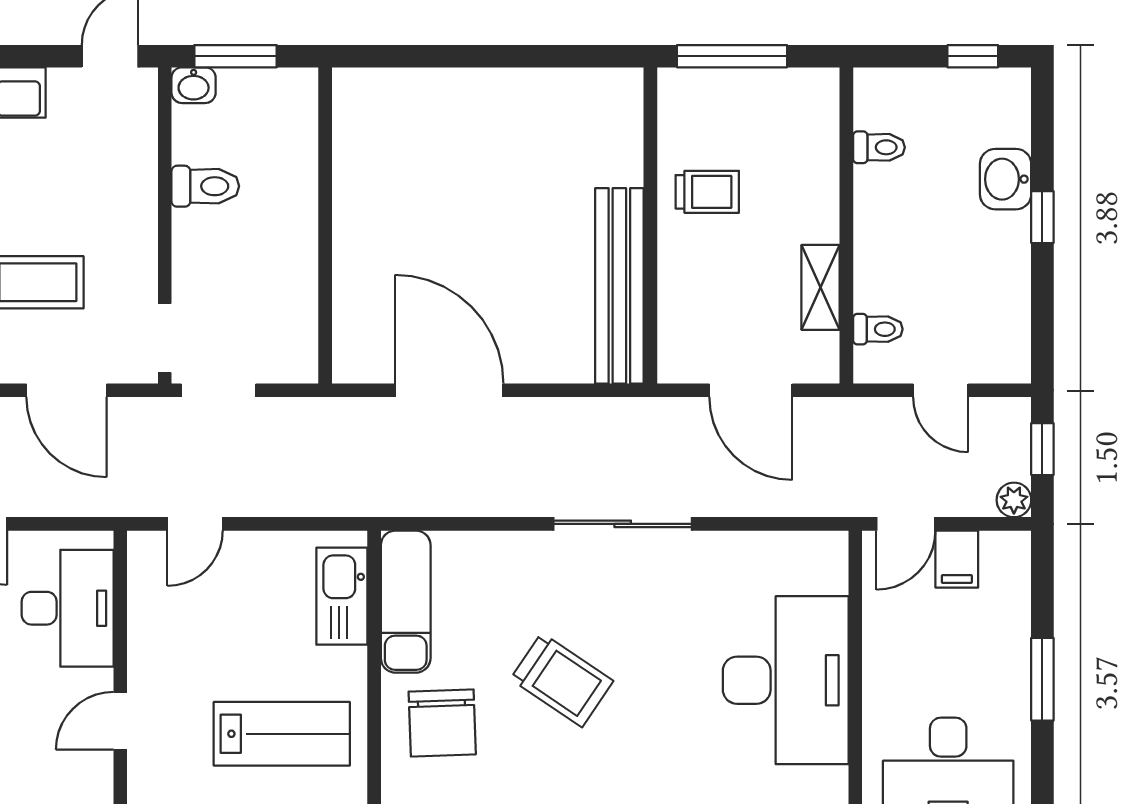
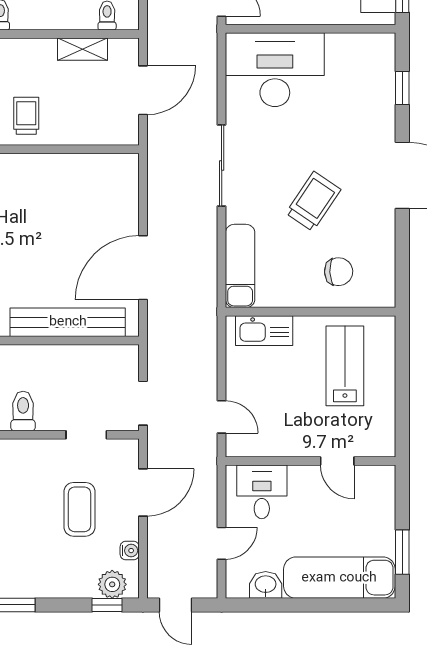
bench: (619, 286) -> (68, 322), moved
doorway: (165, 338) -> (86, 435), moved
exam couch: (406, 602) -> (240, 266), moved, turned 90
desk: (68, 608) -> (262, 492), width x0.73
desk: (786, 680) -> (275, 70), moved
chair: (442, 723) -> (339, 272), width x0.73, depth x0.73

